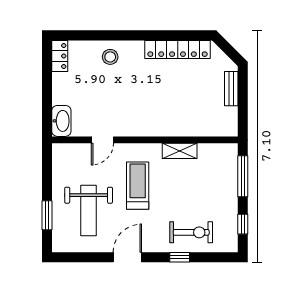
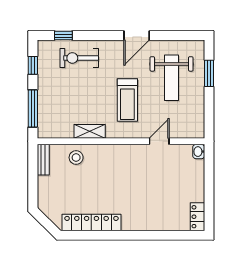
stool: (110, 57) -> (76, 158), moved
bench: (231, 89) -> (43, 160), moved
washbasin: (61, 121) -> (199, 152), width x0.52, depth x0.69
weight bench: (89, 210) -> (172, 78), turned 180
window: (180, 257) -> (63, 36), moved

